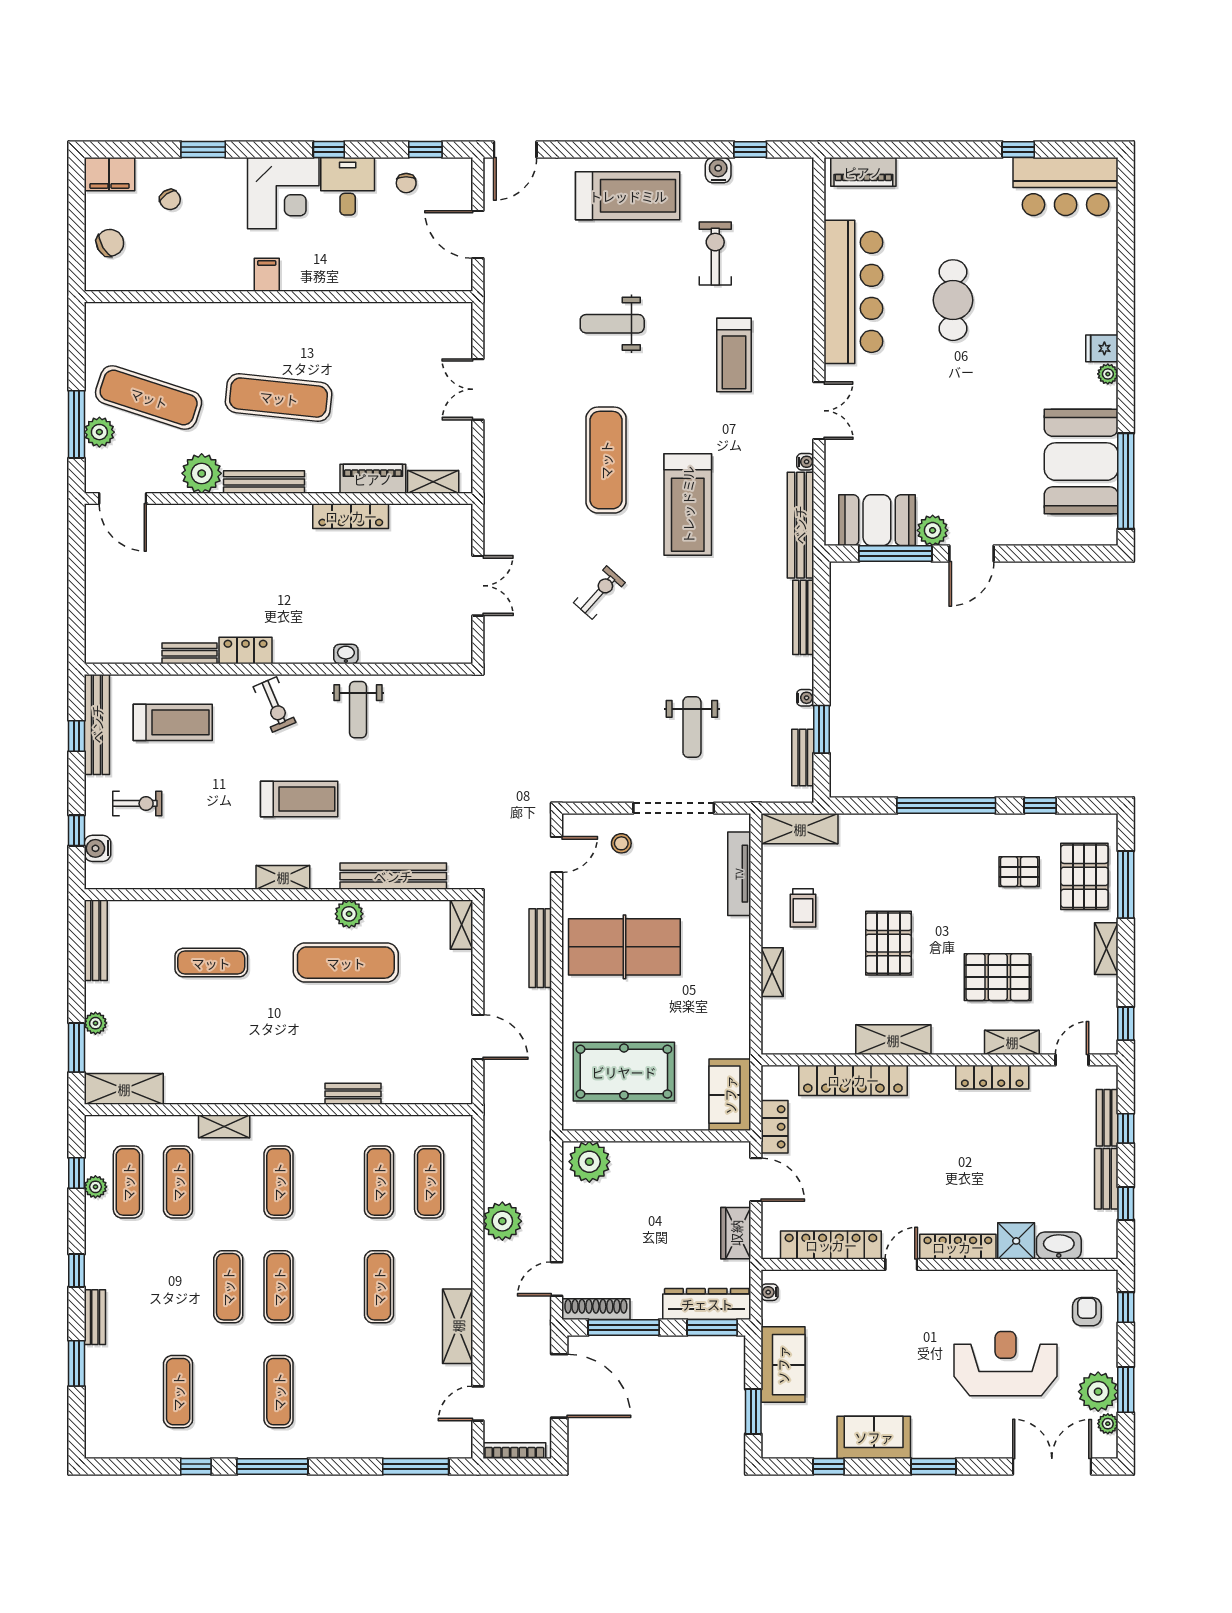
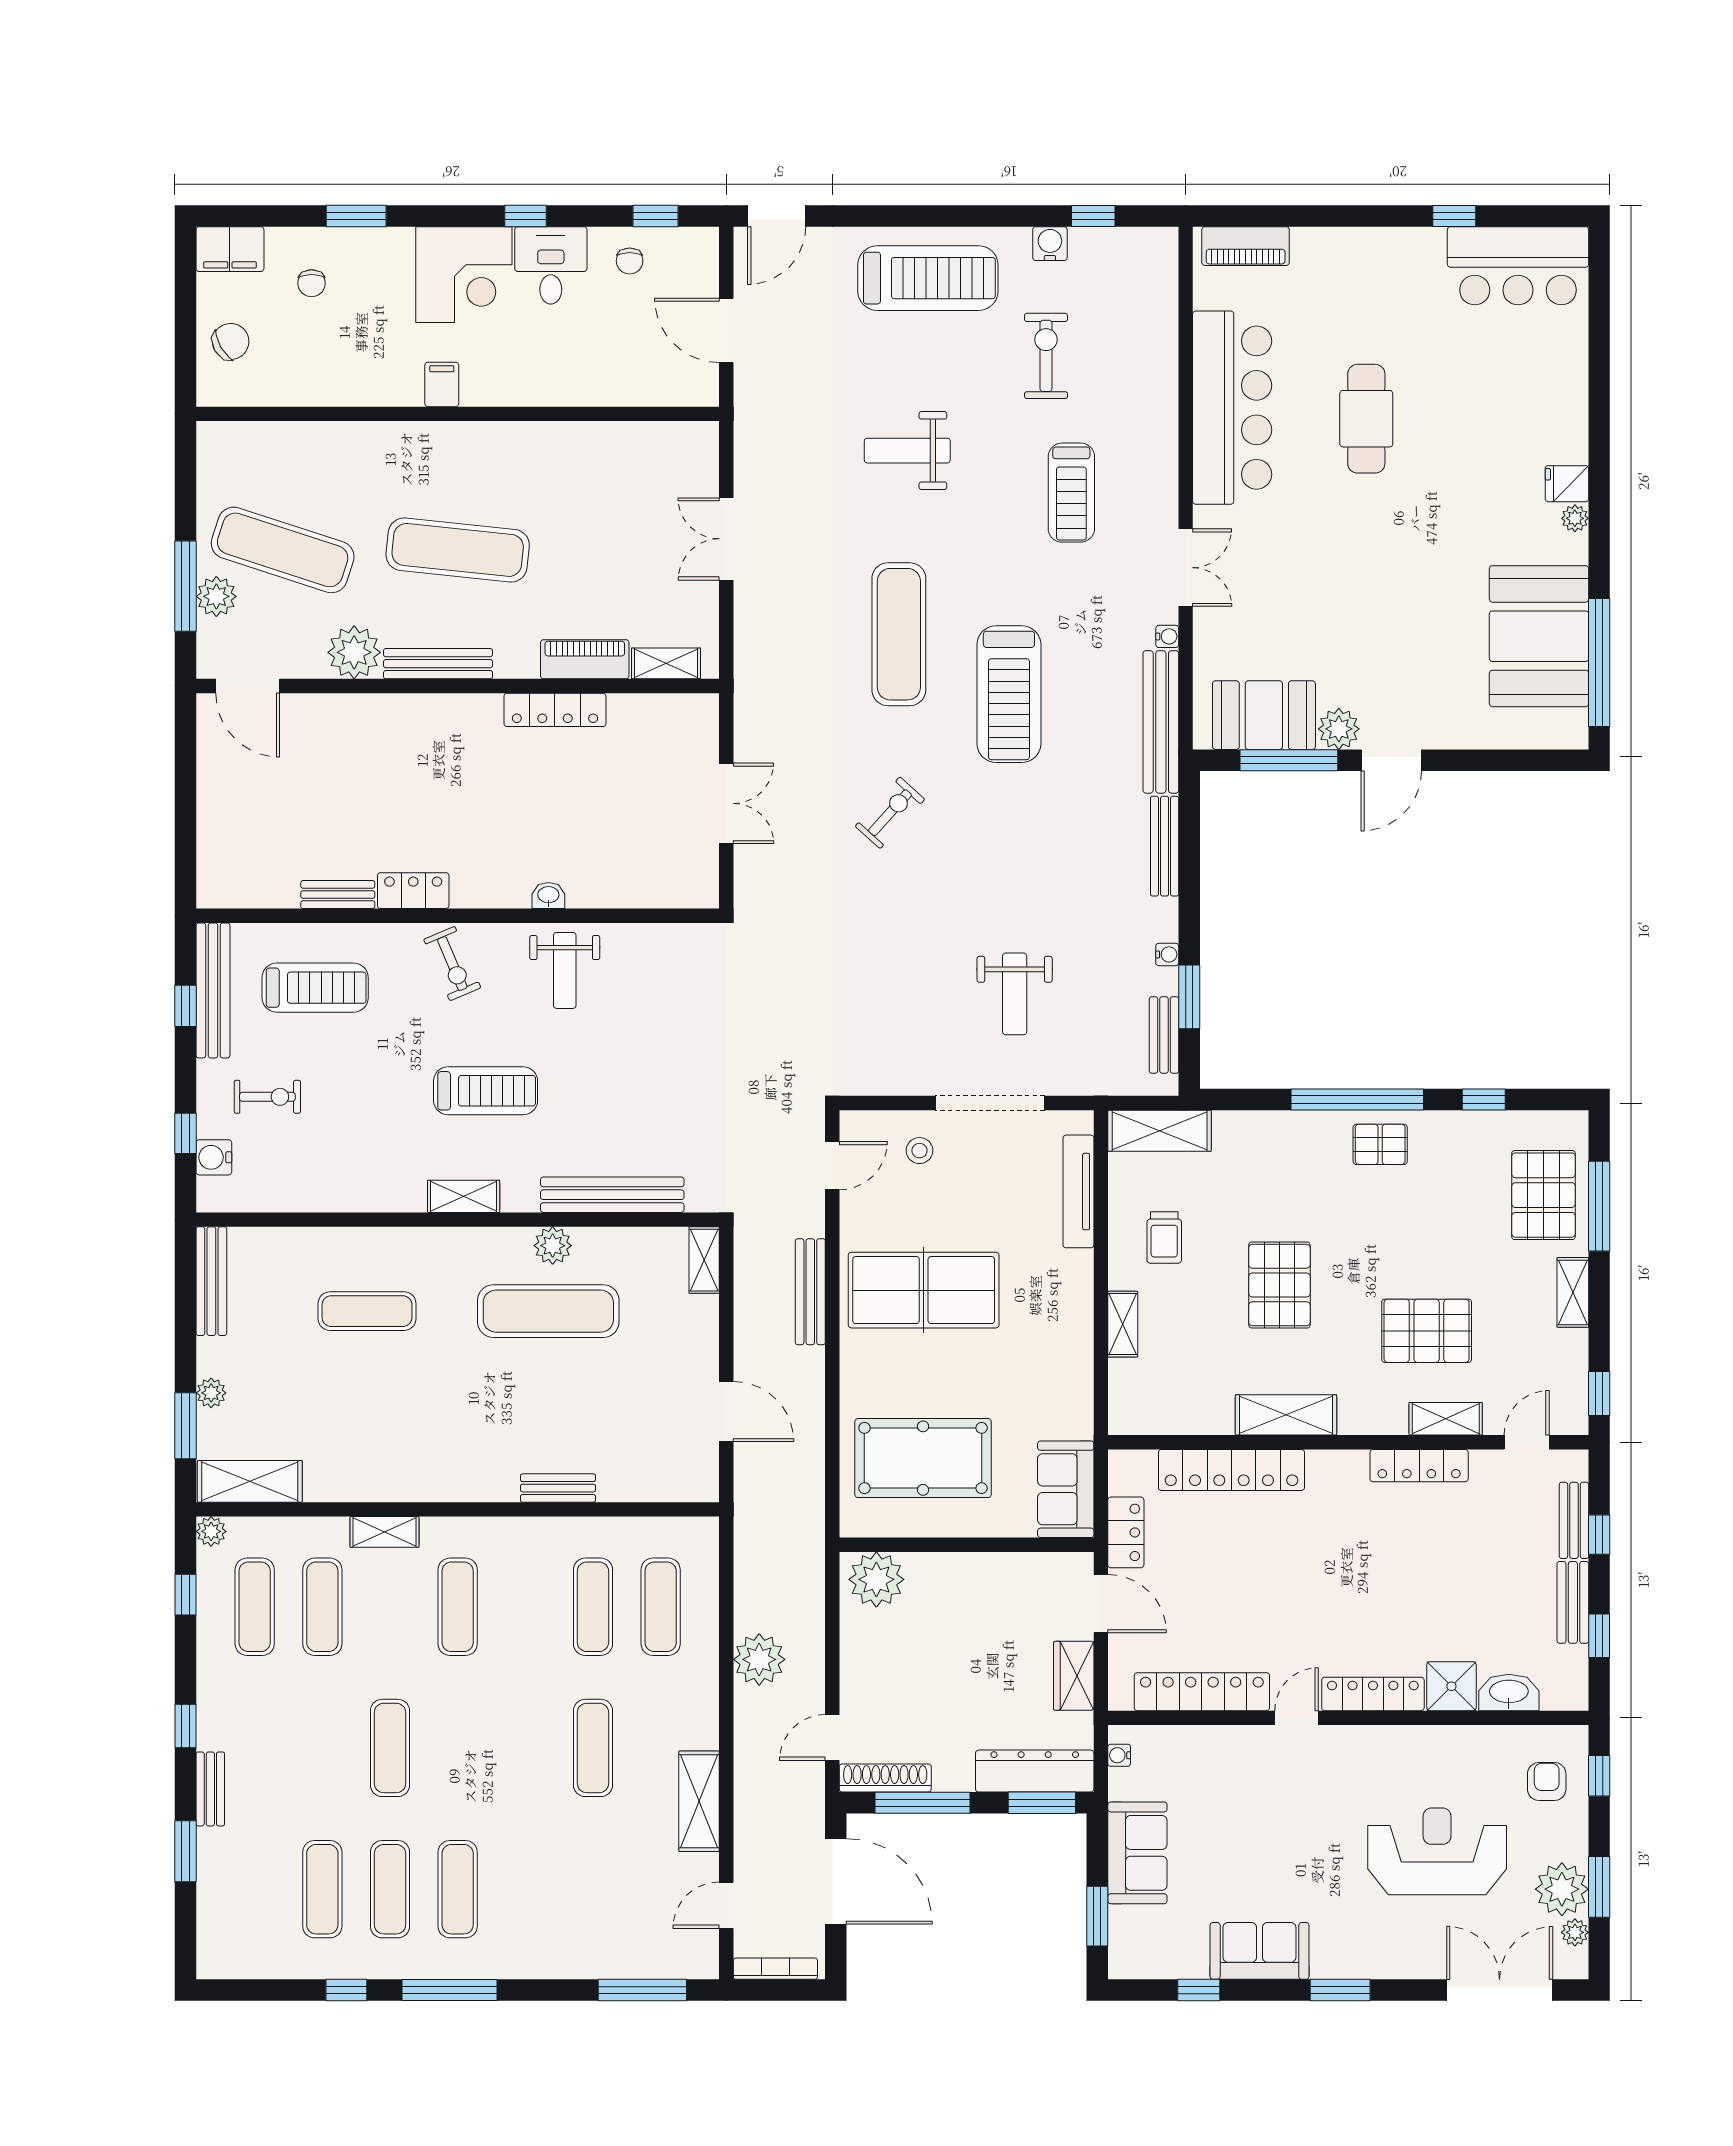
chair: (170, 200) -> (312, 283), turned 34
pallet: (1019, 872) -> (1380, 1144), moved
plant: (95, 1187) -> (211, 1531), moved
exercise mat: (279, 1287) -> (390, 1889), moved

